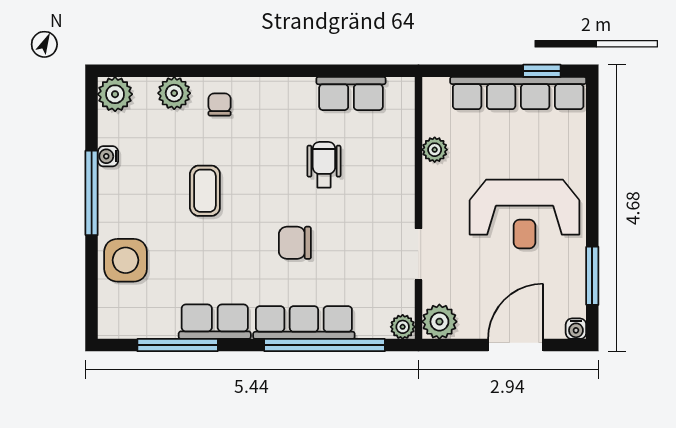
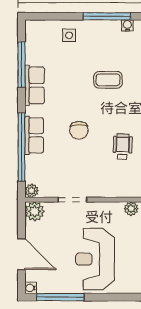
wheelchair: (324, 165) -> (123, 147), turned -88
chair: (295, 243) -> (79, 130), turned 180
side table: (126, 260) -> (69, 35), width x0.54, depth x0.54
window: (592, 276) -> (60, 297), width x1.44
row of seats: (304, 323) -> (34, 135), width x0.68

